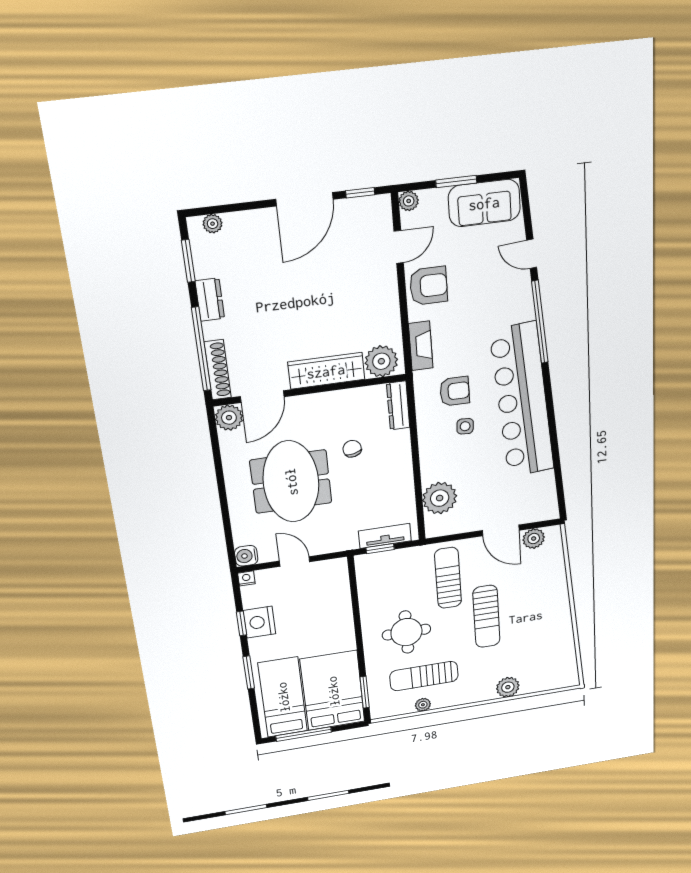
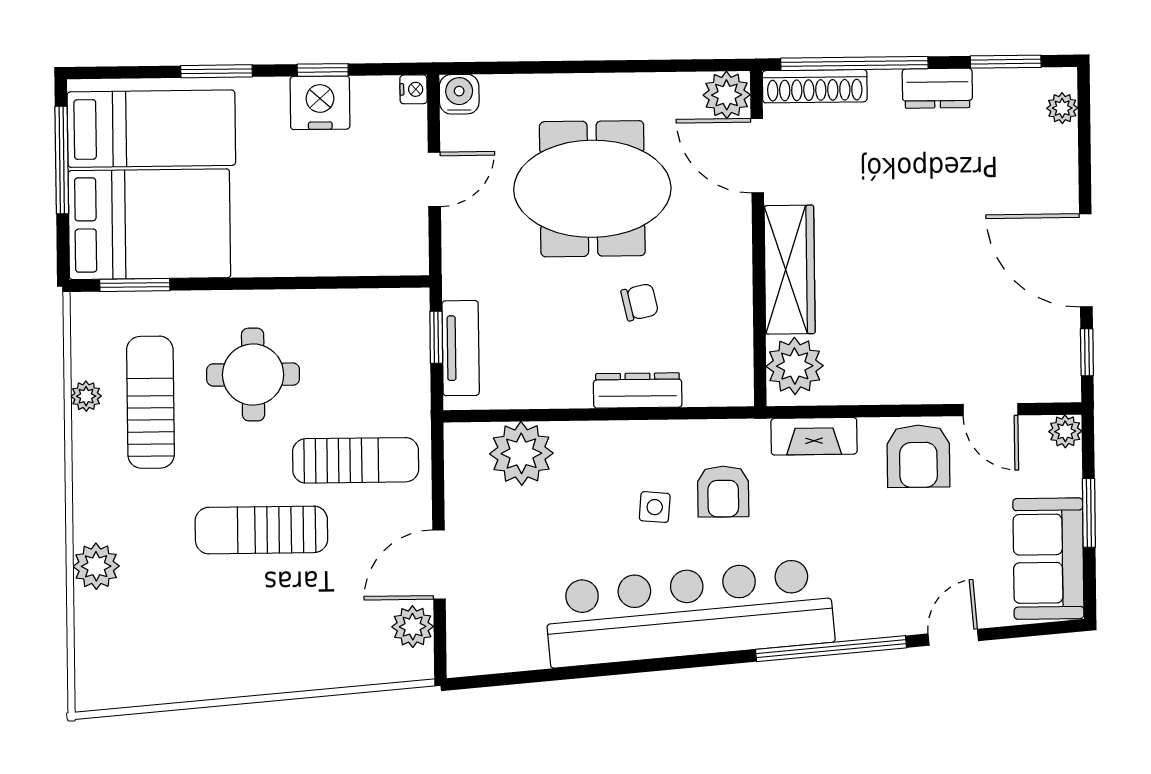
dresser: (398, 406) -> (638, 390), moved

